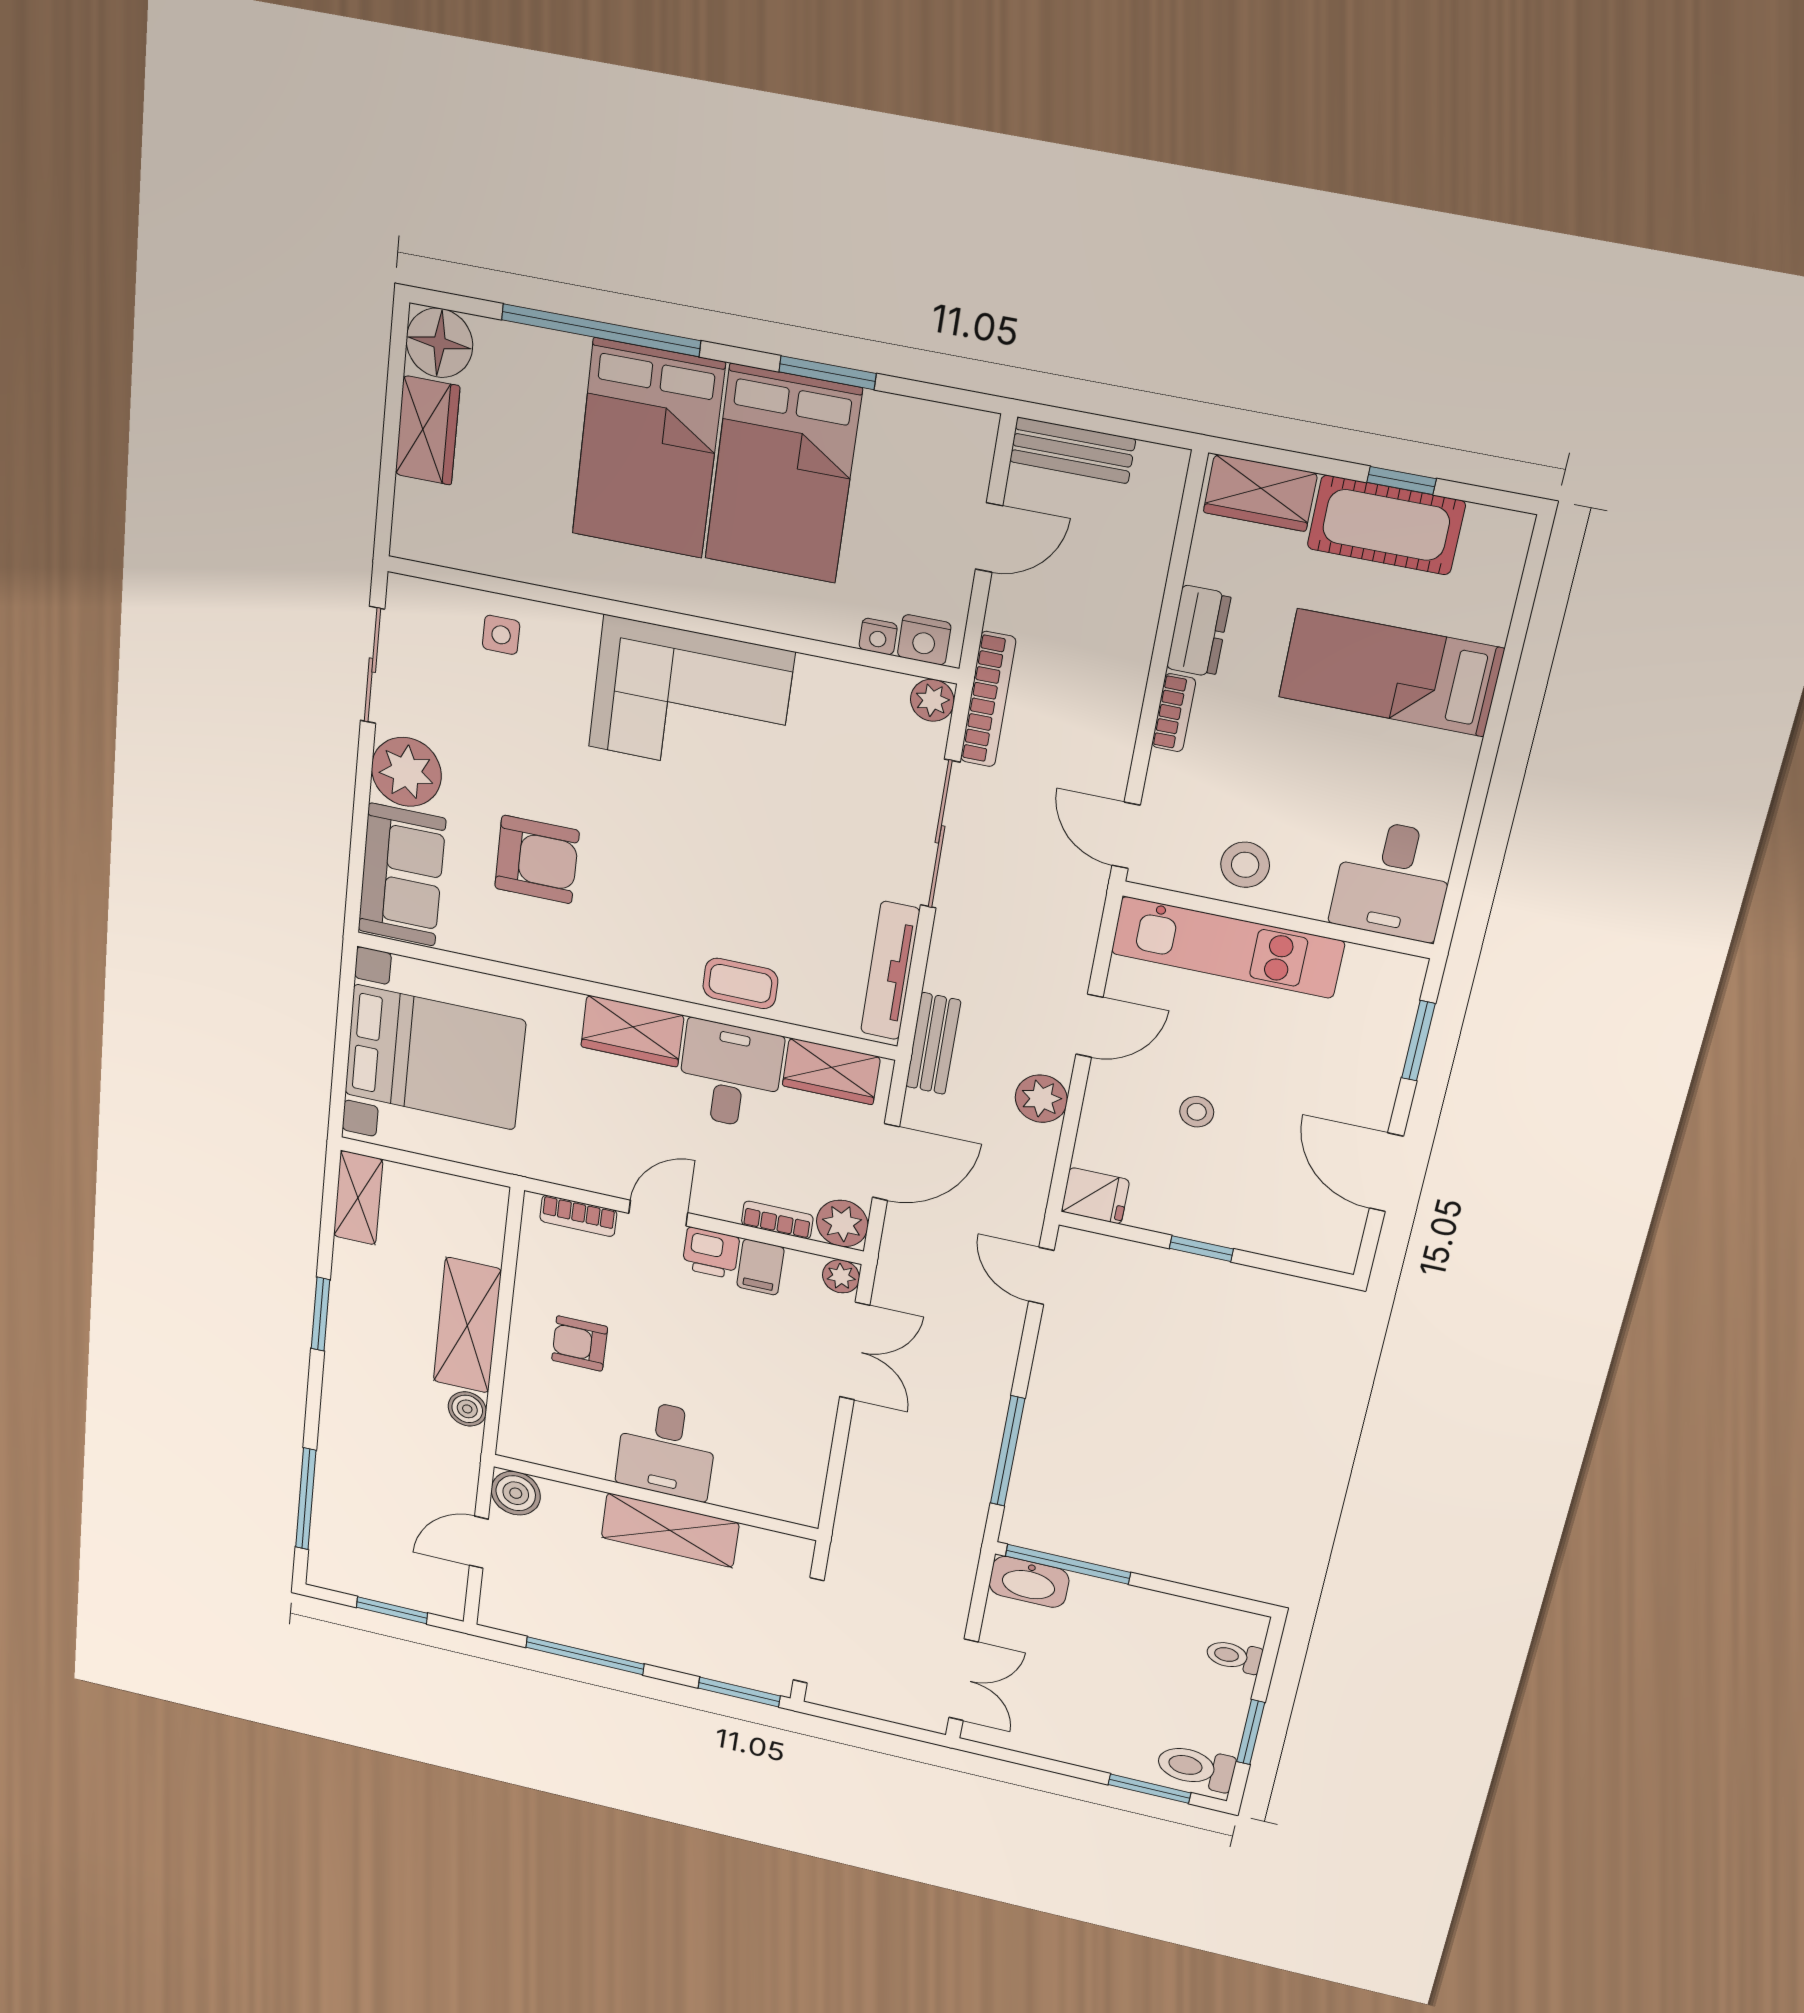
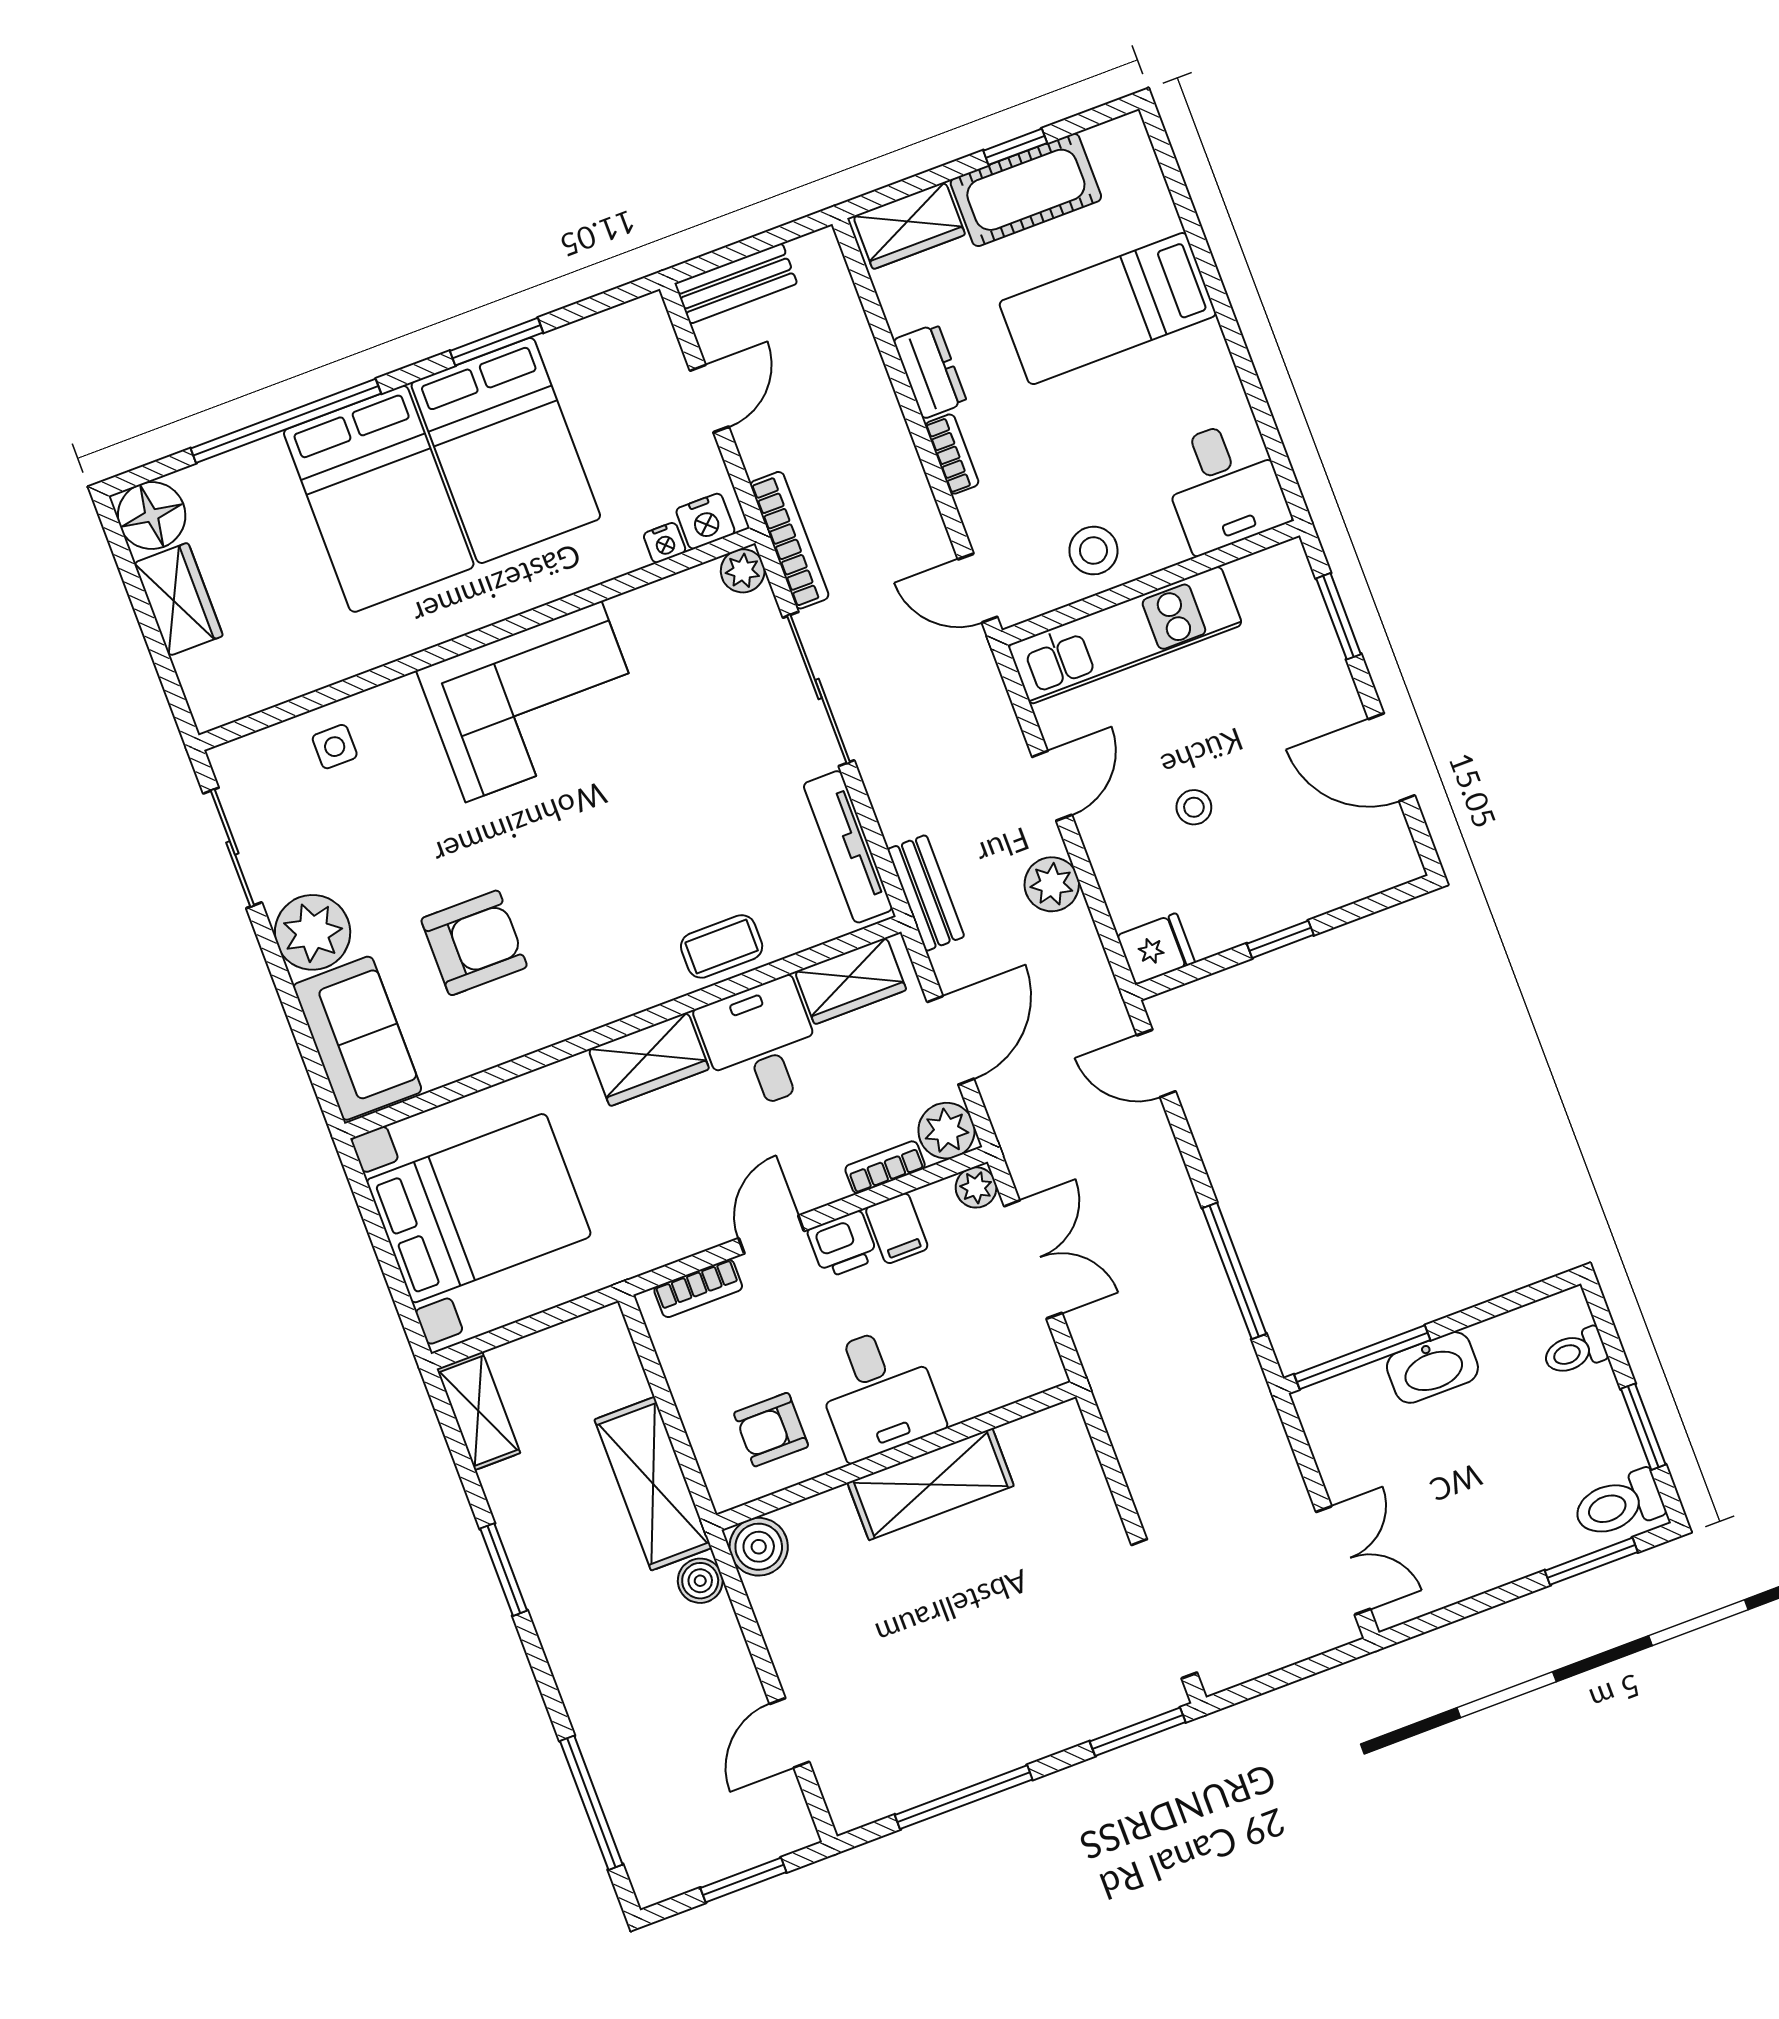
desk: (666, 1450) -> (878, 1393), moved
boiler: (516, 1493) -> (759, 1547), moved
wall: (655, 1497) -> (896, 1456), moved
shelving: (670, 1530) -> (931, 1484), moved
washbasin: (1029, 1582) -> (1432, 1367), moved

